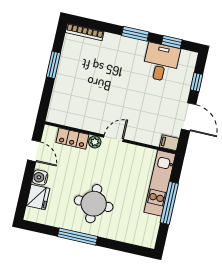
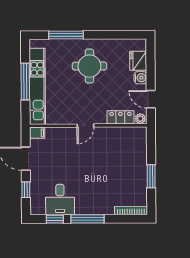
window: (135, 34) -> (87, 219), width x1.44
plant: (95, 142) -> (140, 119), moved
kitchen unit: (160, 183) -> (37, 86), width x1.36
window: (77, 237) -> (66, 35), moved

